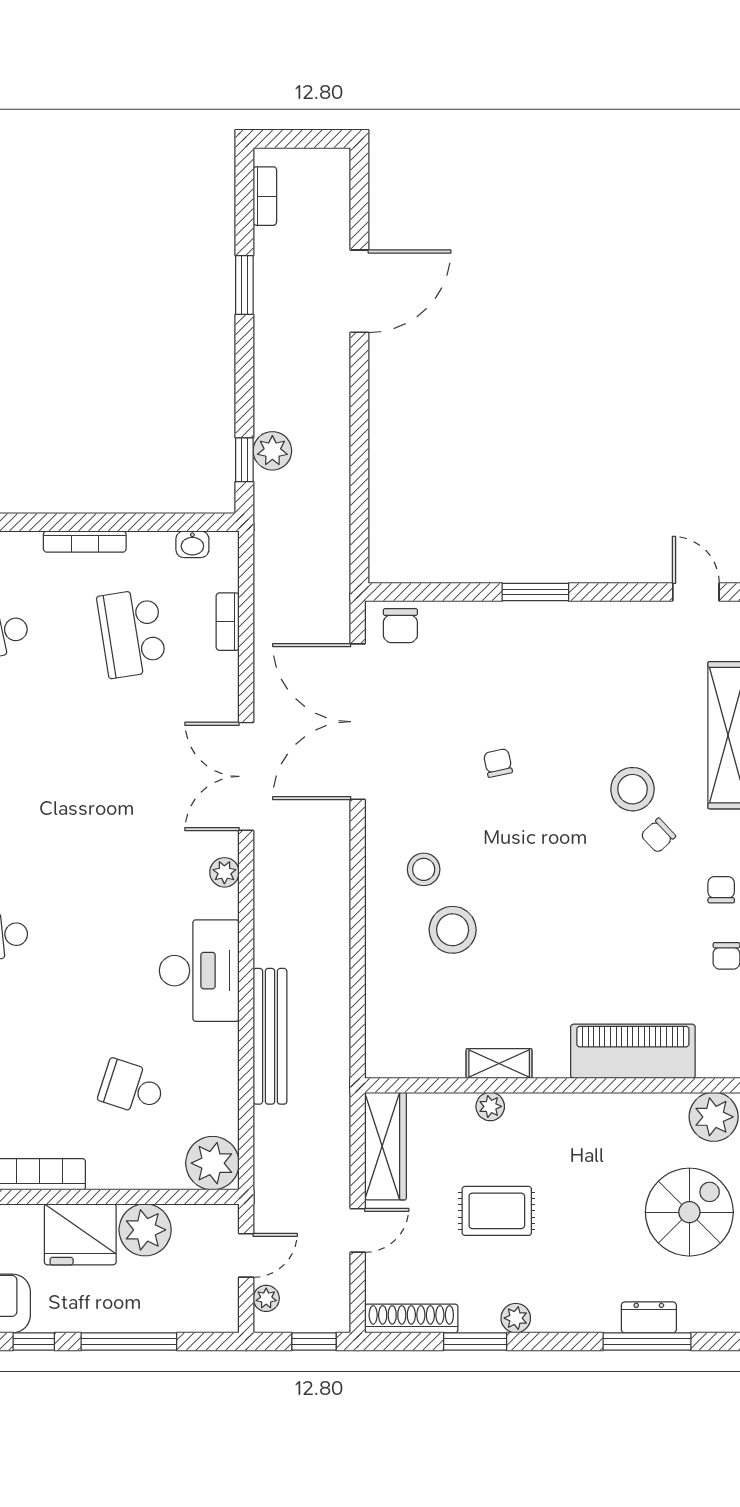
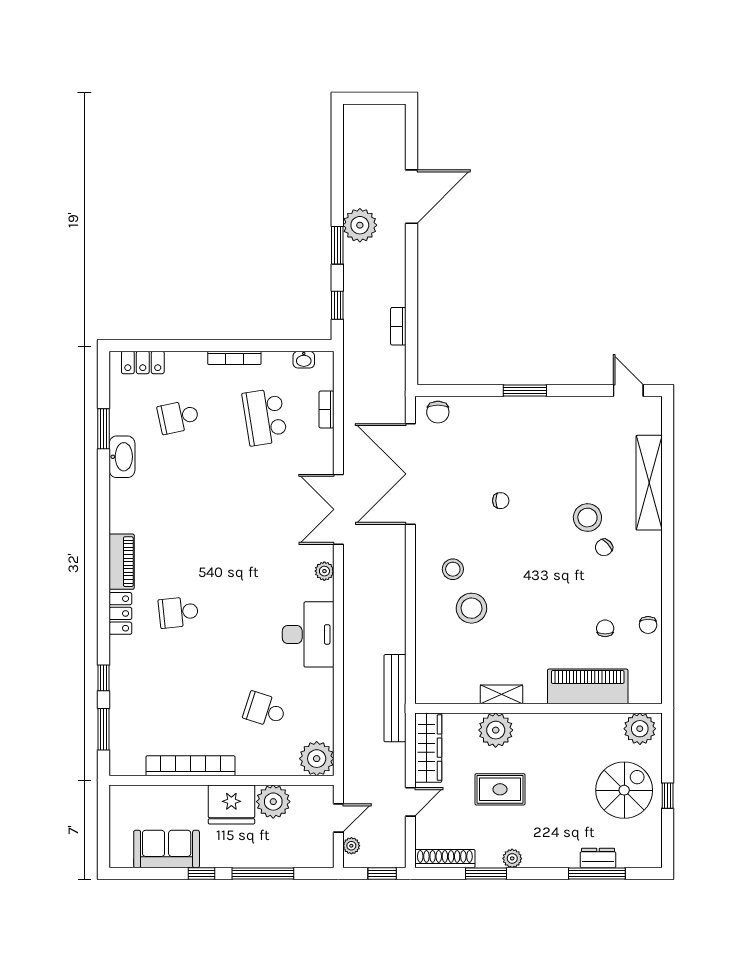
bookcase: (265, 196) -> (398, 326), moved, turned 180
window: (244, 285) -> (337, 245), moved
plant: (272, 451) -> (360, 225), moved, width x1.36, depth x1.36
chair: (498, 763) -> (501, 501), turned 102
chair: (721, 890) -> (605, 628), moved
bench: (270, 1036) -> (395, 698), moved
plant: (490, 1106) -> (496, 730), width x1.88, depth x1.88

